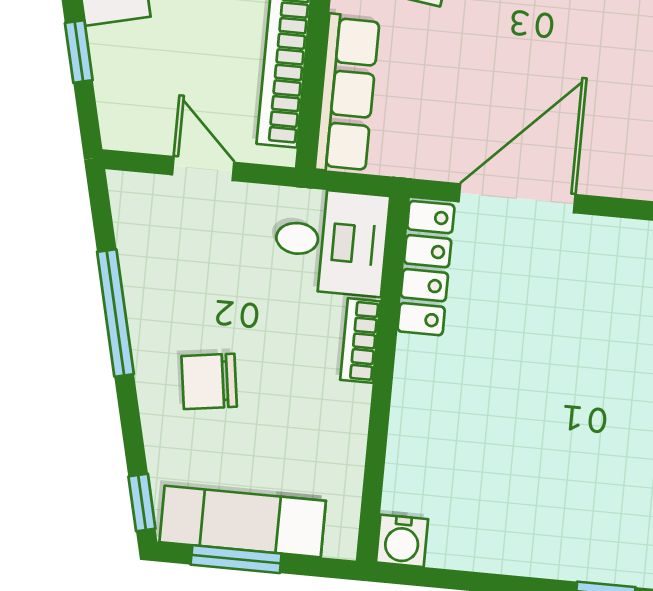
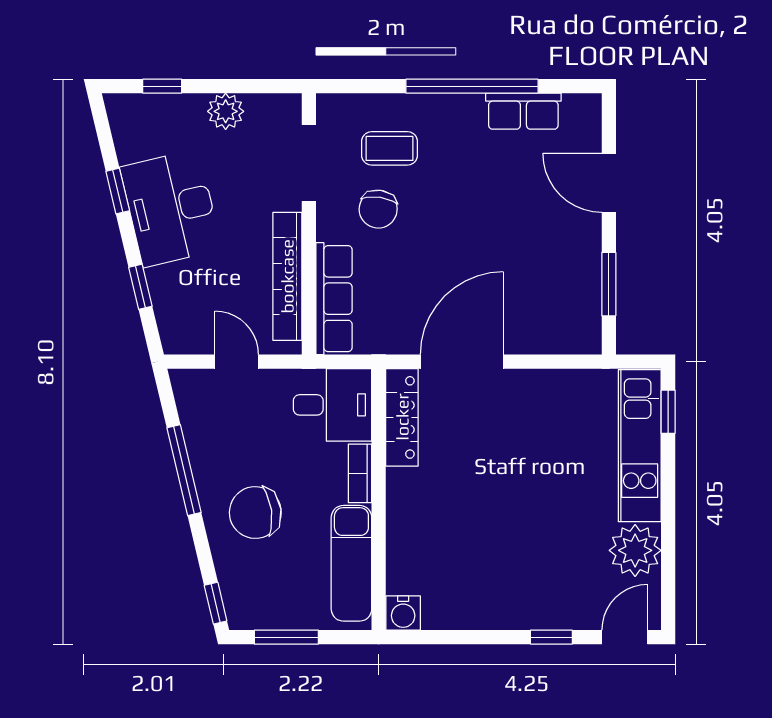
chair: (209, 381) -> (255, 513), width x1.37, depth x1.37
exam couch: (243, 521) -> (351, 563), moved, turned -90

